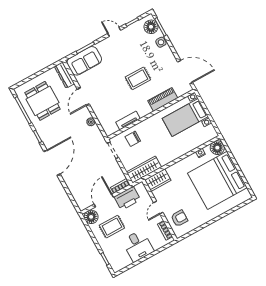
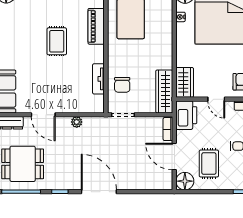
printer: (127, 198) -> (186, 115), moved

